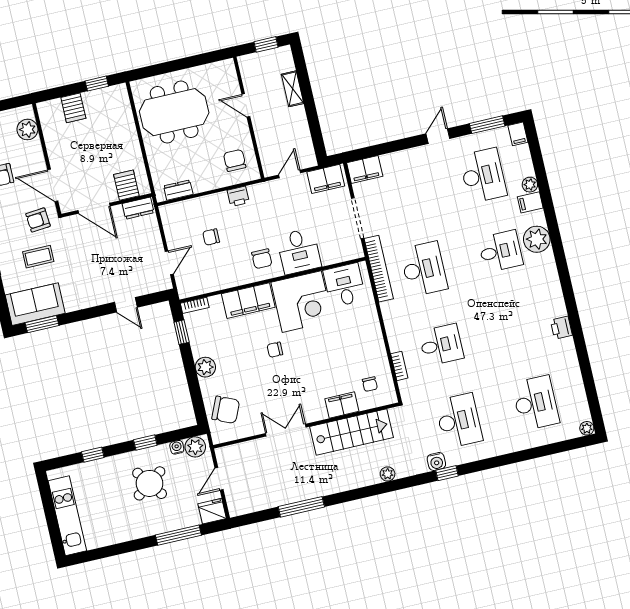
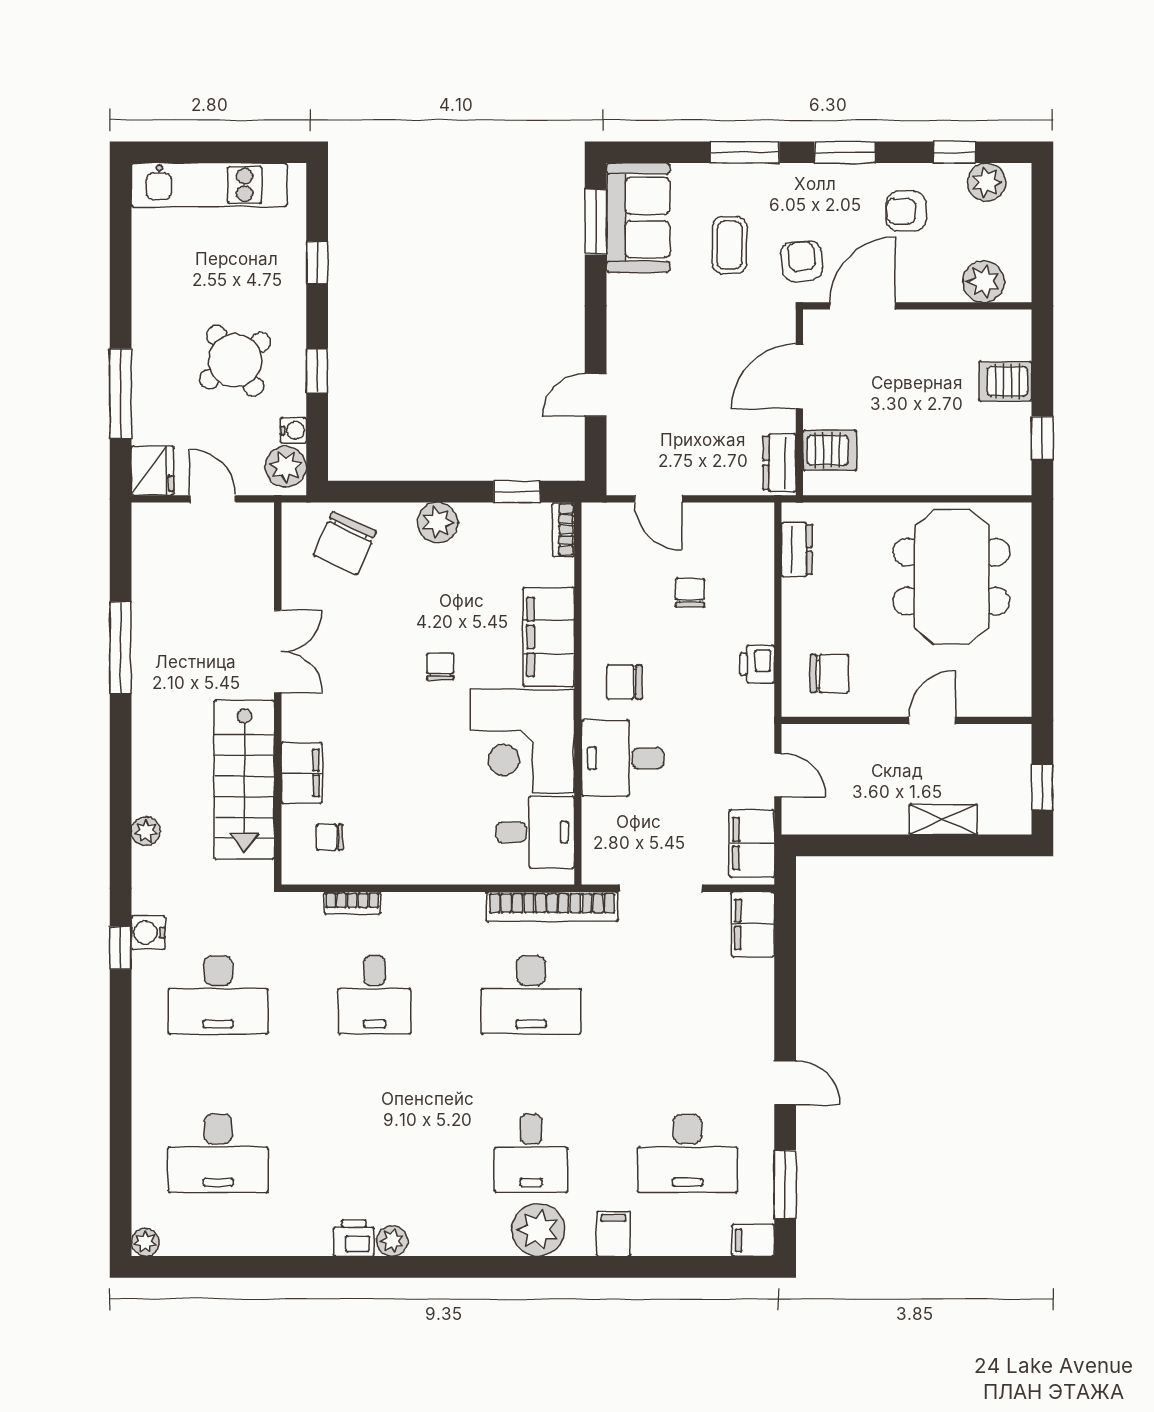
plant: (530, 185) -> (392, 1241), moved

